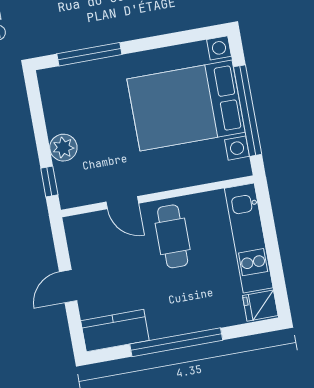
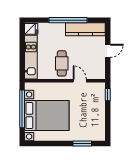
window: (89, 54) -> (82, 143), width x0.69
plant: (63, 148) -> (100, 107), removed
kitchen counter: (115, 331) -> (85, 29), width x1.50

